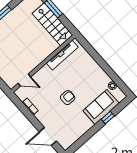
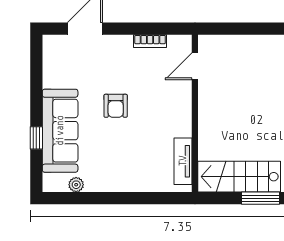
tv unit: (62, 55) -> (183, 161), width x0.71
sofa: (101, 107) -> (60, 131), width x1.36

